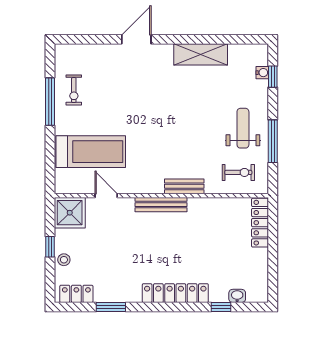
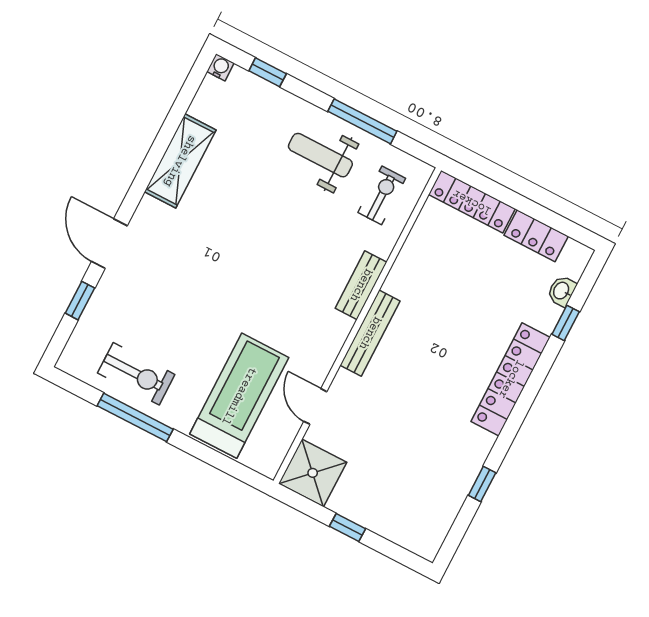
window: (98, 39) -> (80, 301), added
water cooler: (262, 73) -> (220, 67), moved
exercise bike: (74, 90) -> (136, 374), width x1.38, depth x1.39
door: (106, 196) -> (315, 407), hinge flipped
stool: (64, 260) -> (377, 517), removed
locker: (76, 294) -> (536, 236), moved, turned -90
window: (111, 307) -> (482, 484), width x0.67

